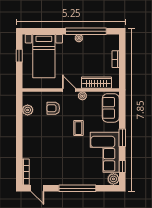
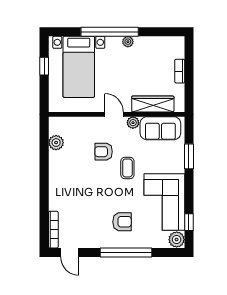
window: (86, 31) -> (110, 32), moved
armchair: (53, 108) -> (104, 152), moved
sofa: (111, 108) -> (160, 128), moved, turned -90
window: (122, 138) -> (189, 156), moved
armchair: (75, 166) -> (122, 222), added

